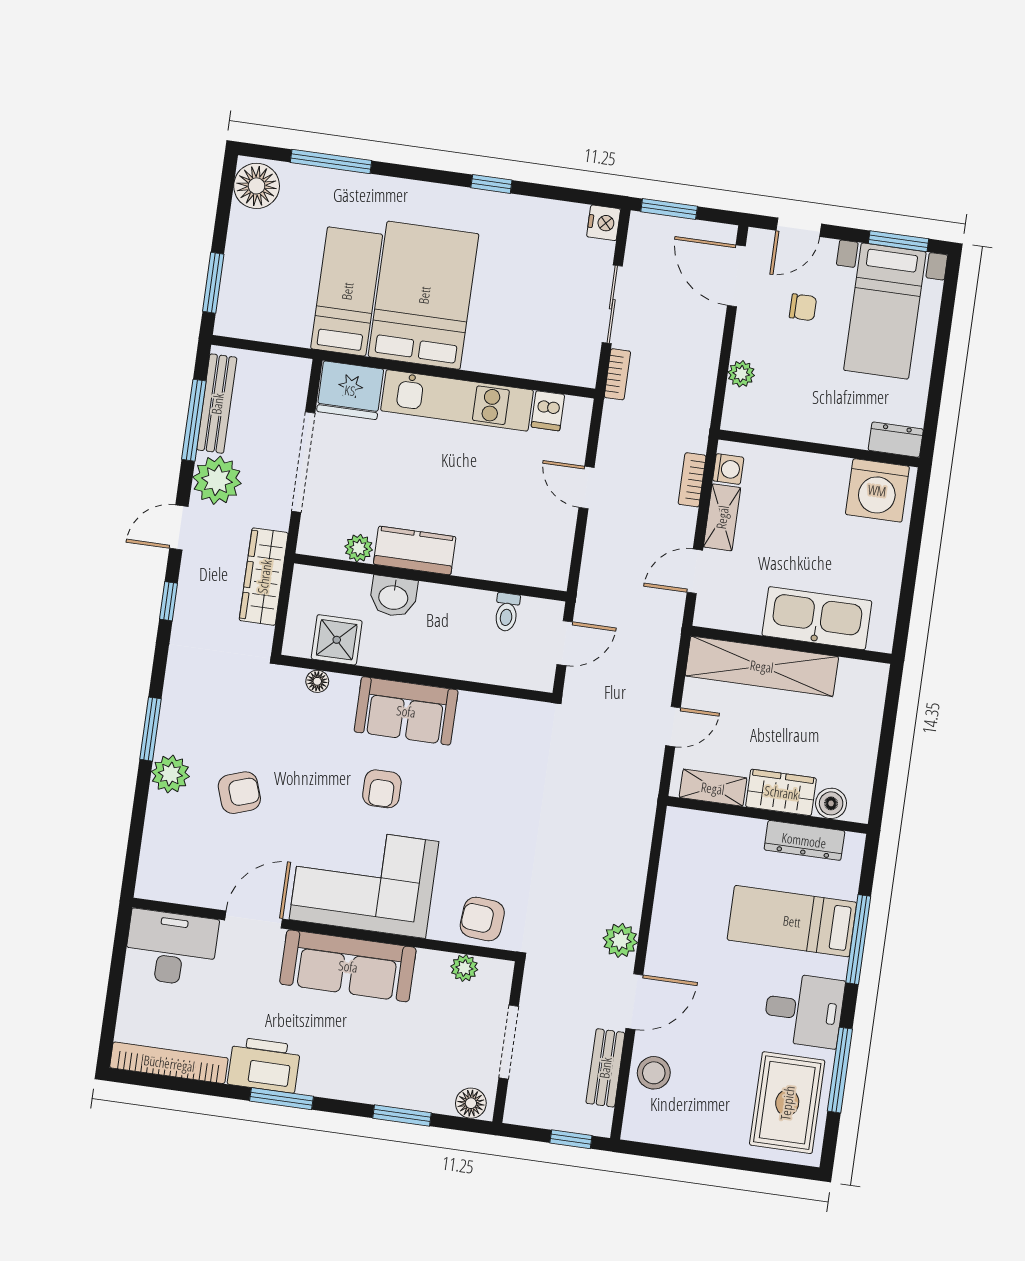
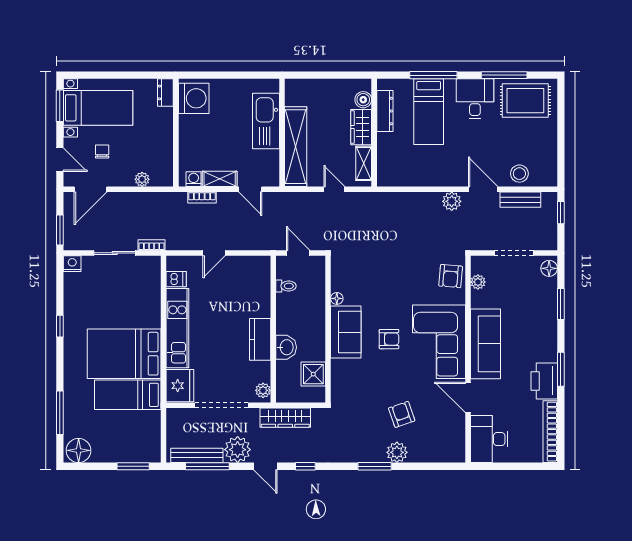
plant: (359, 548) -> (263, 390), moved
floor lamp: (317, 681) -> (337, 298), moved

